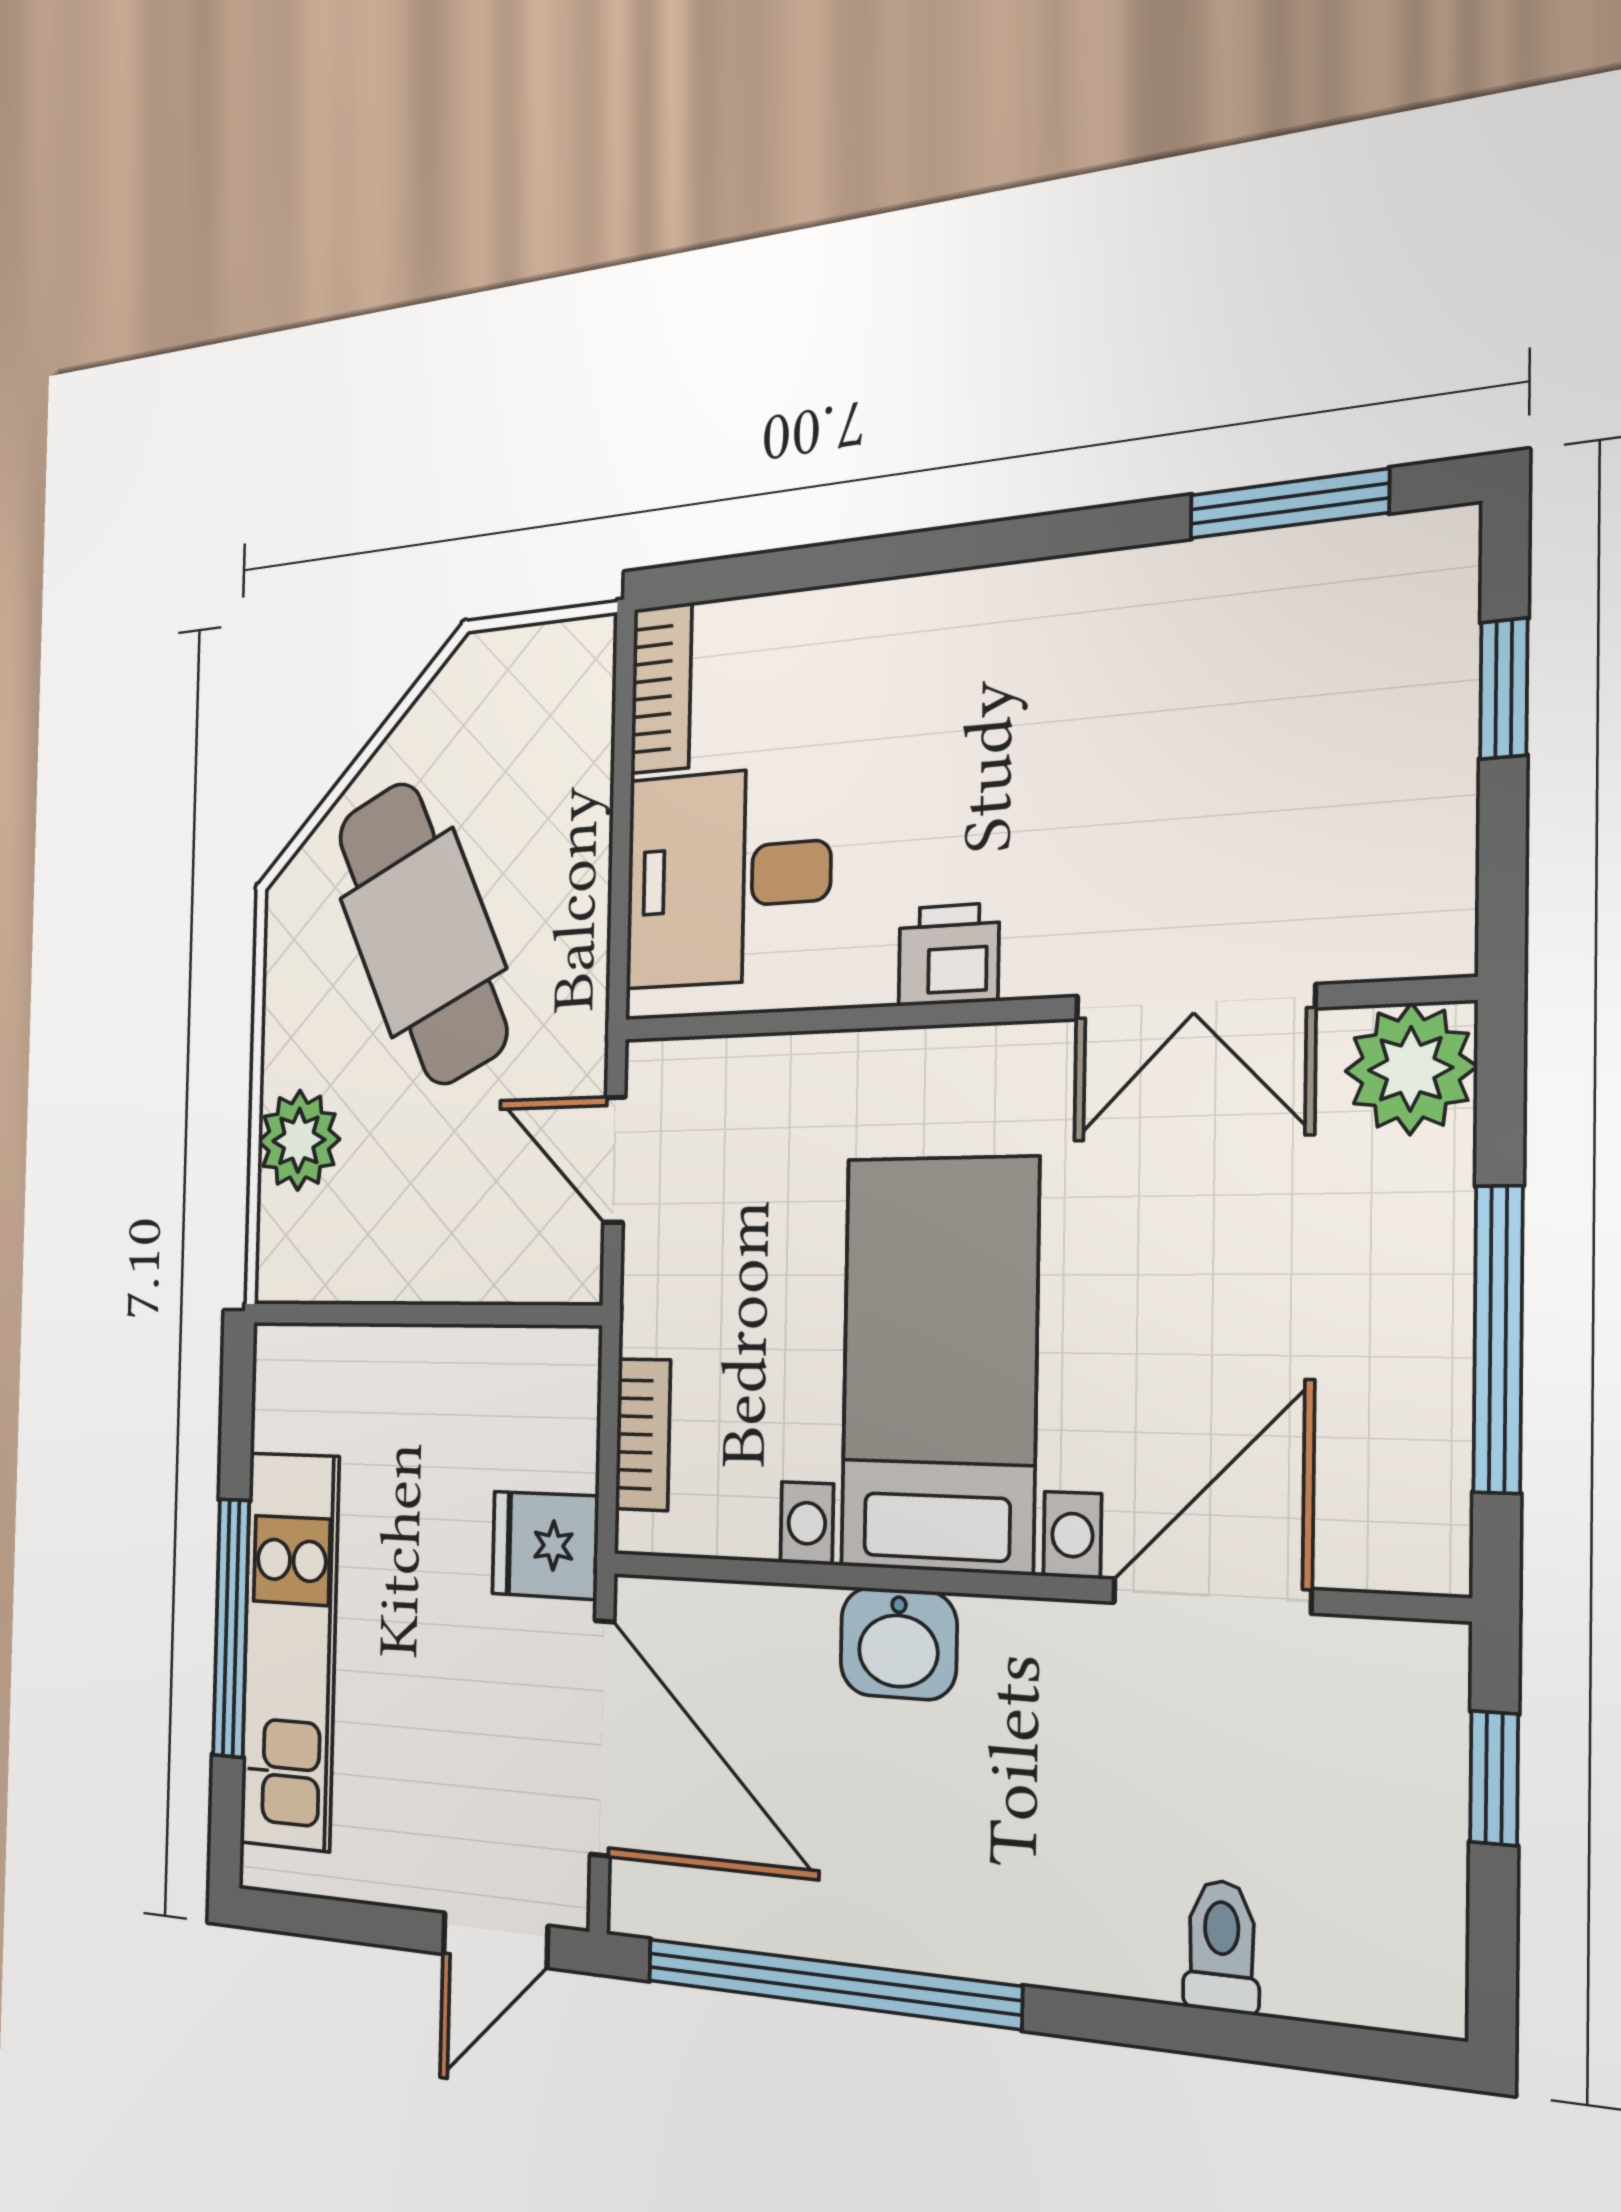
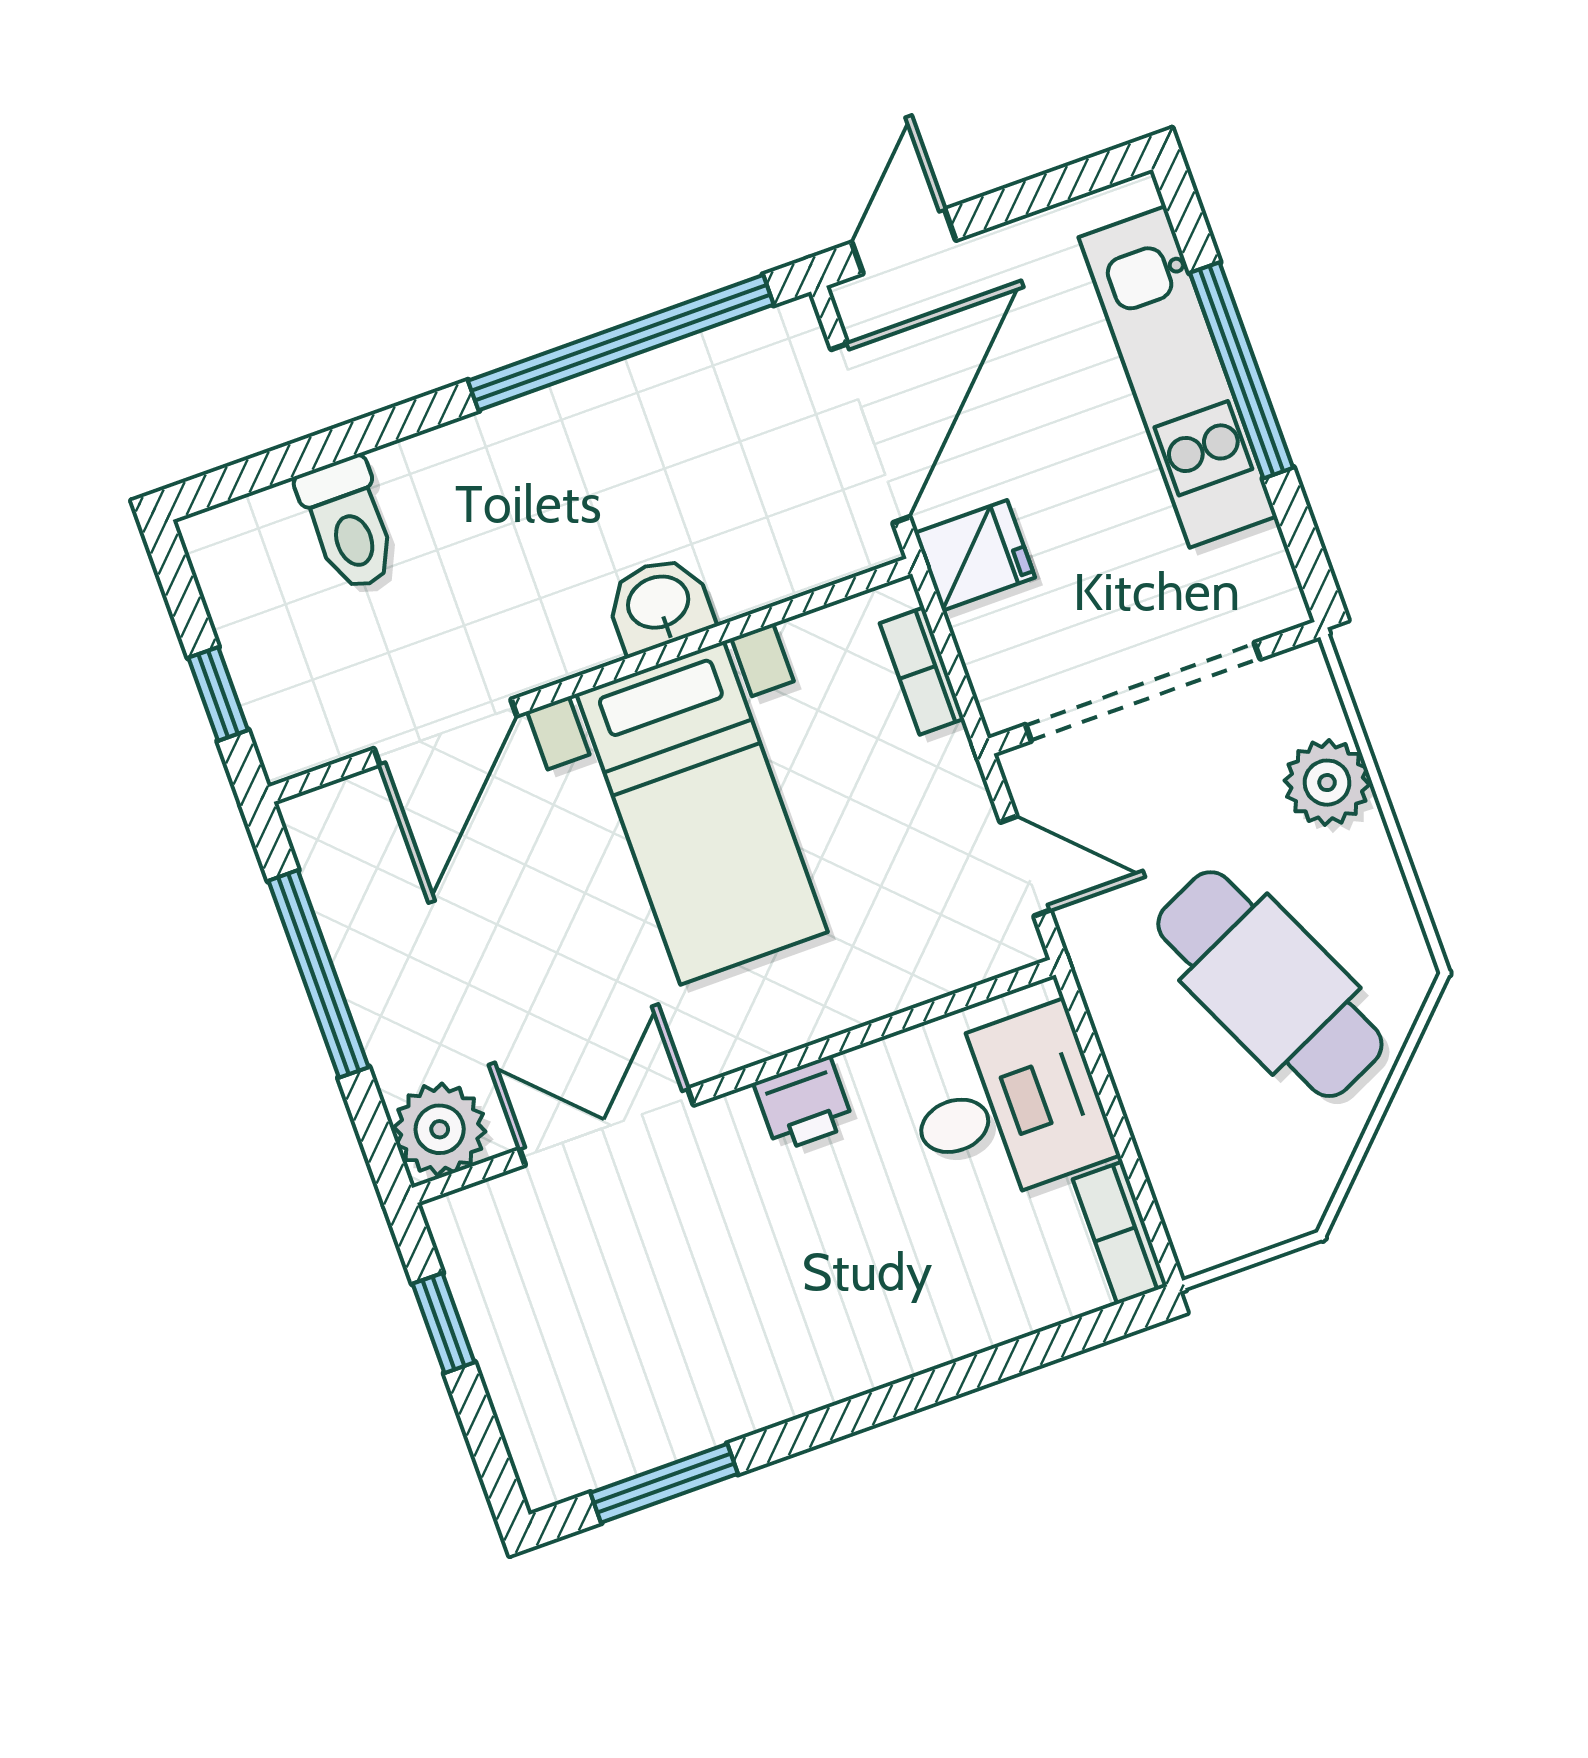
window: (1504, 689) -> (443, 1323), moved
doorway: (434, 1314) -> (1143, 692), added
door: (602, 1738) -> (870, 433), swing flipped
toilet: (1221, 1946) -> (348, 524), width x1.37, depth x1.39

